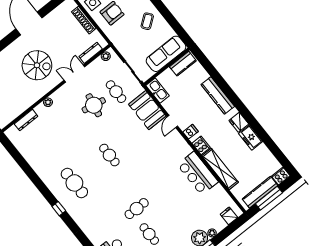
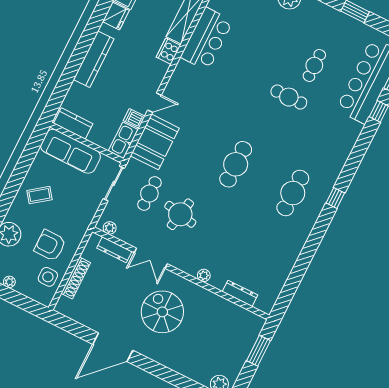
dishwasher: (191, 132) -> (134, 118), moved
cafe table: (109, 155) -> (236, 164), width x1.37, depth x1.35

